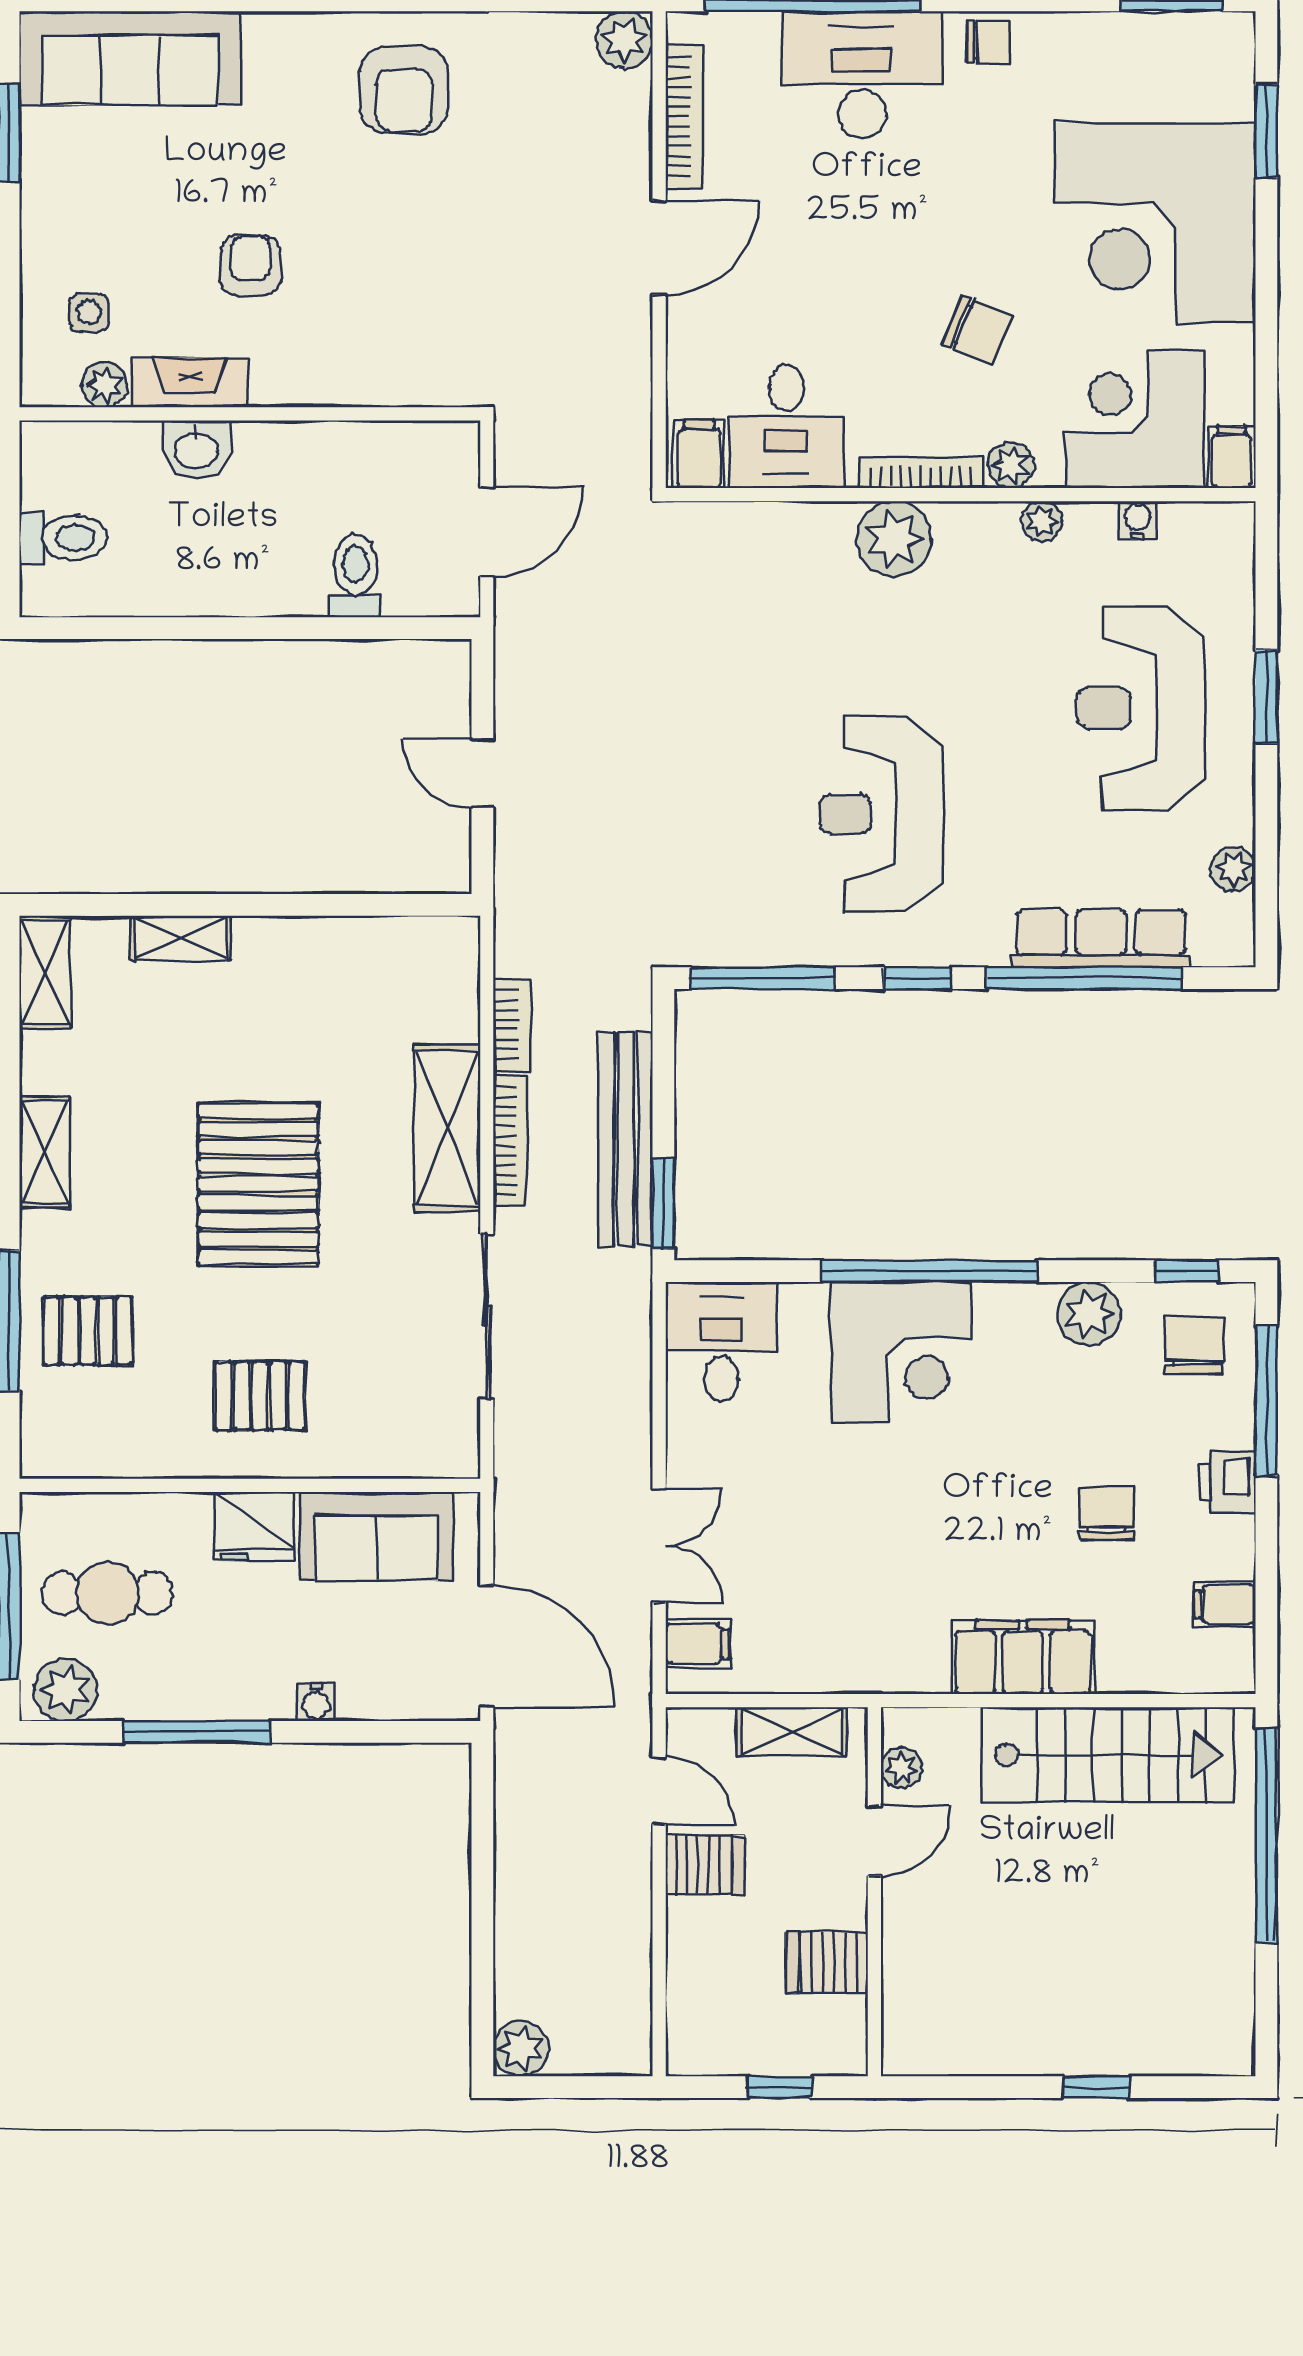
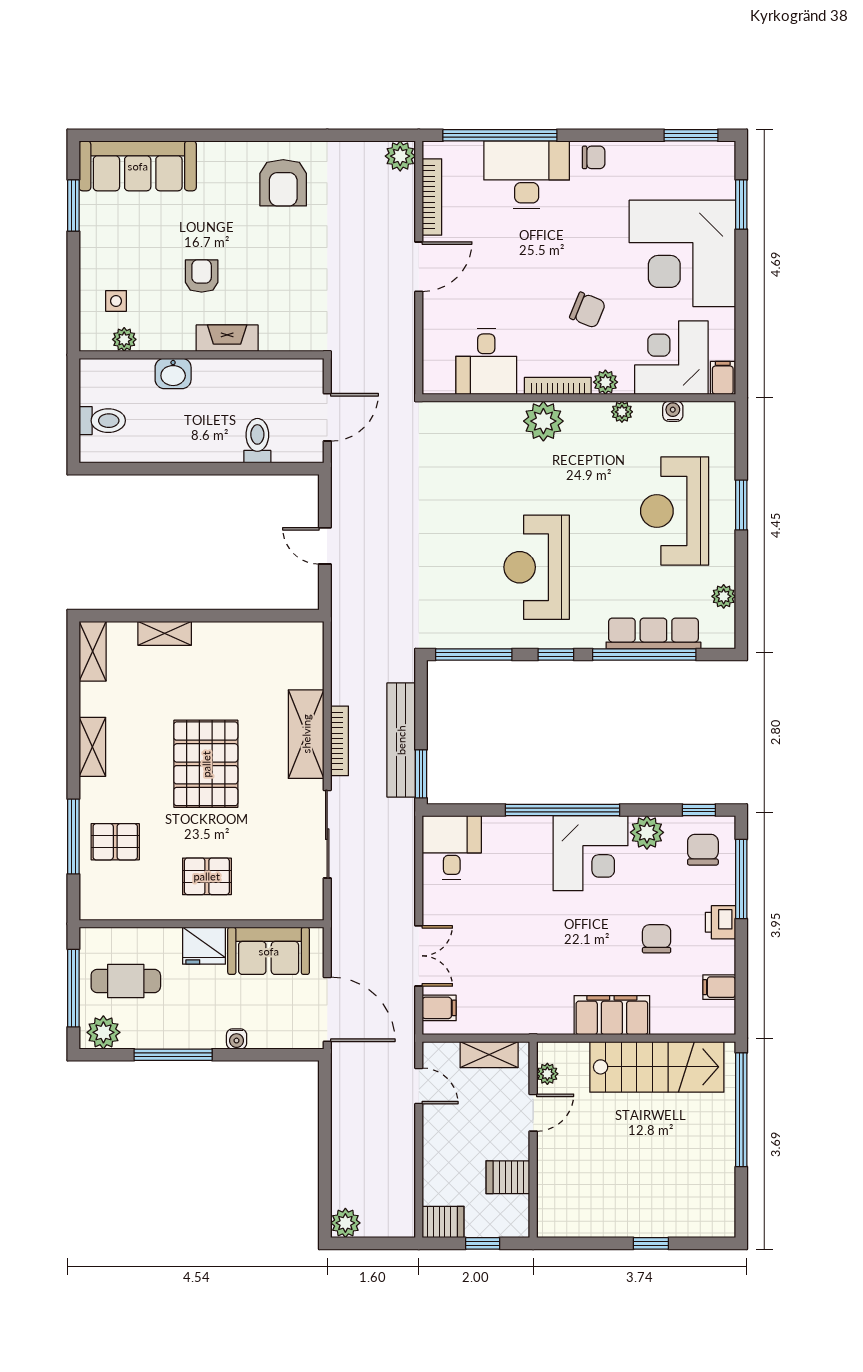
fireplace: (190, 383) -> (227, 338), moved
filing cabinet: (699, 454) -> (440, 376), removed
bookcase: (512, 1025) -> (340, 679), removed
corner desk: (901, 1352) -> (590, 853), moved
server rack: (705, 1865) -> (443, 1222), moved

